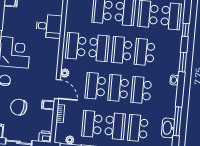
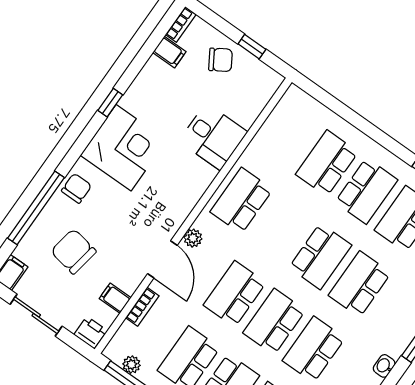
school desk: (99, 48) -> (281, 228), removed
school desk: (122, 50) -> (320, 256), turned 180
filing cabinet: (48, 105) -> (115, 298), moved

